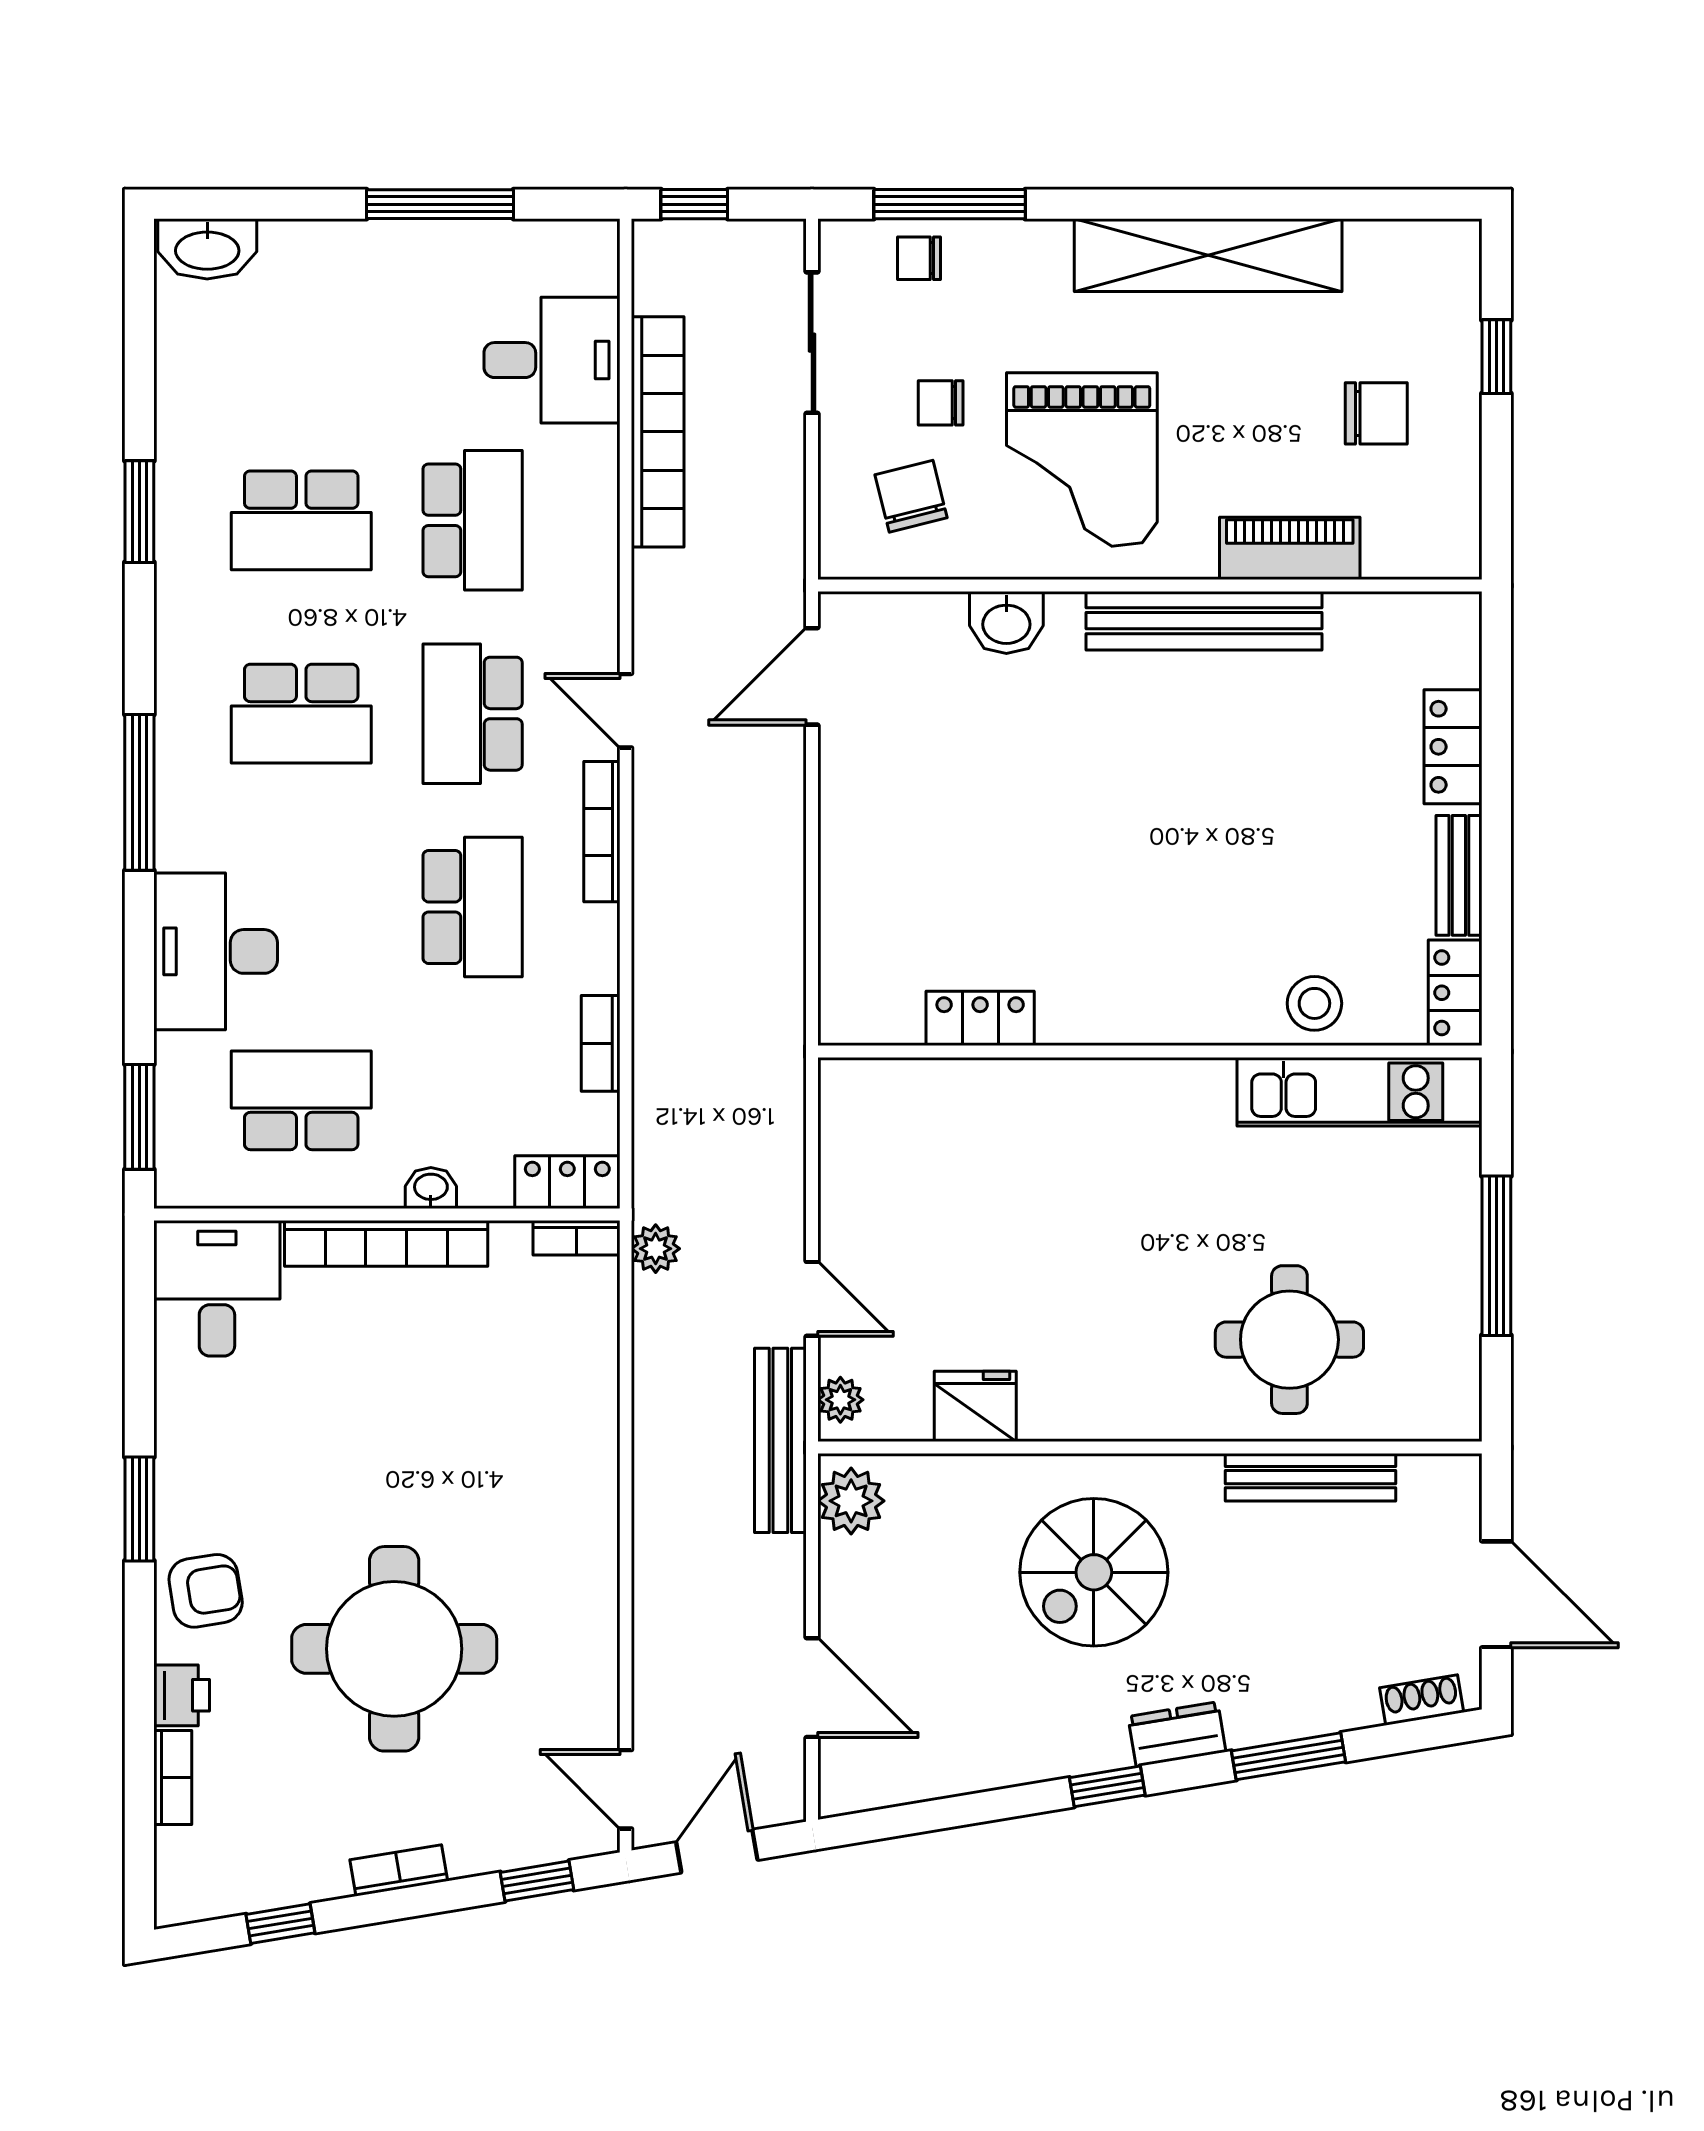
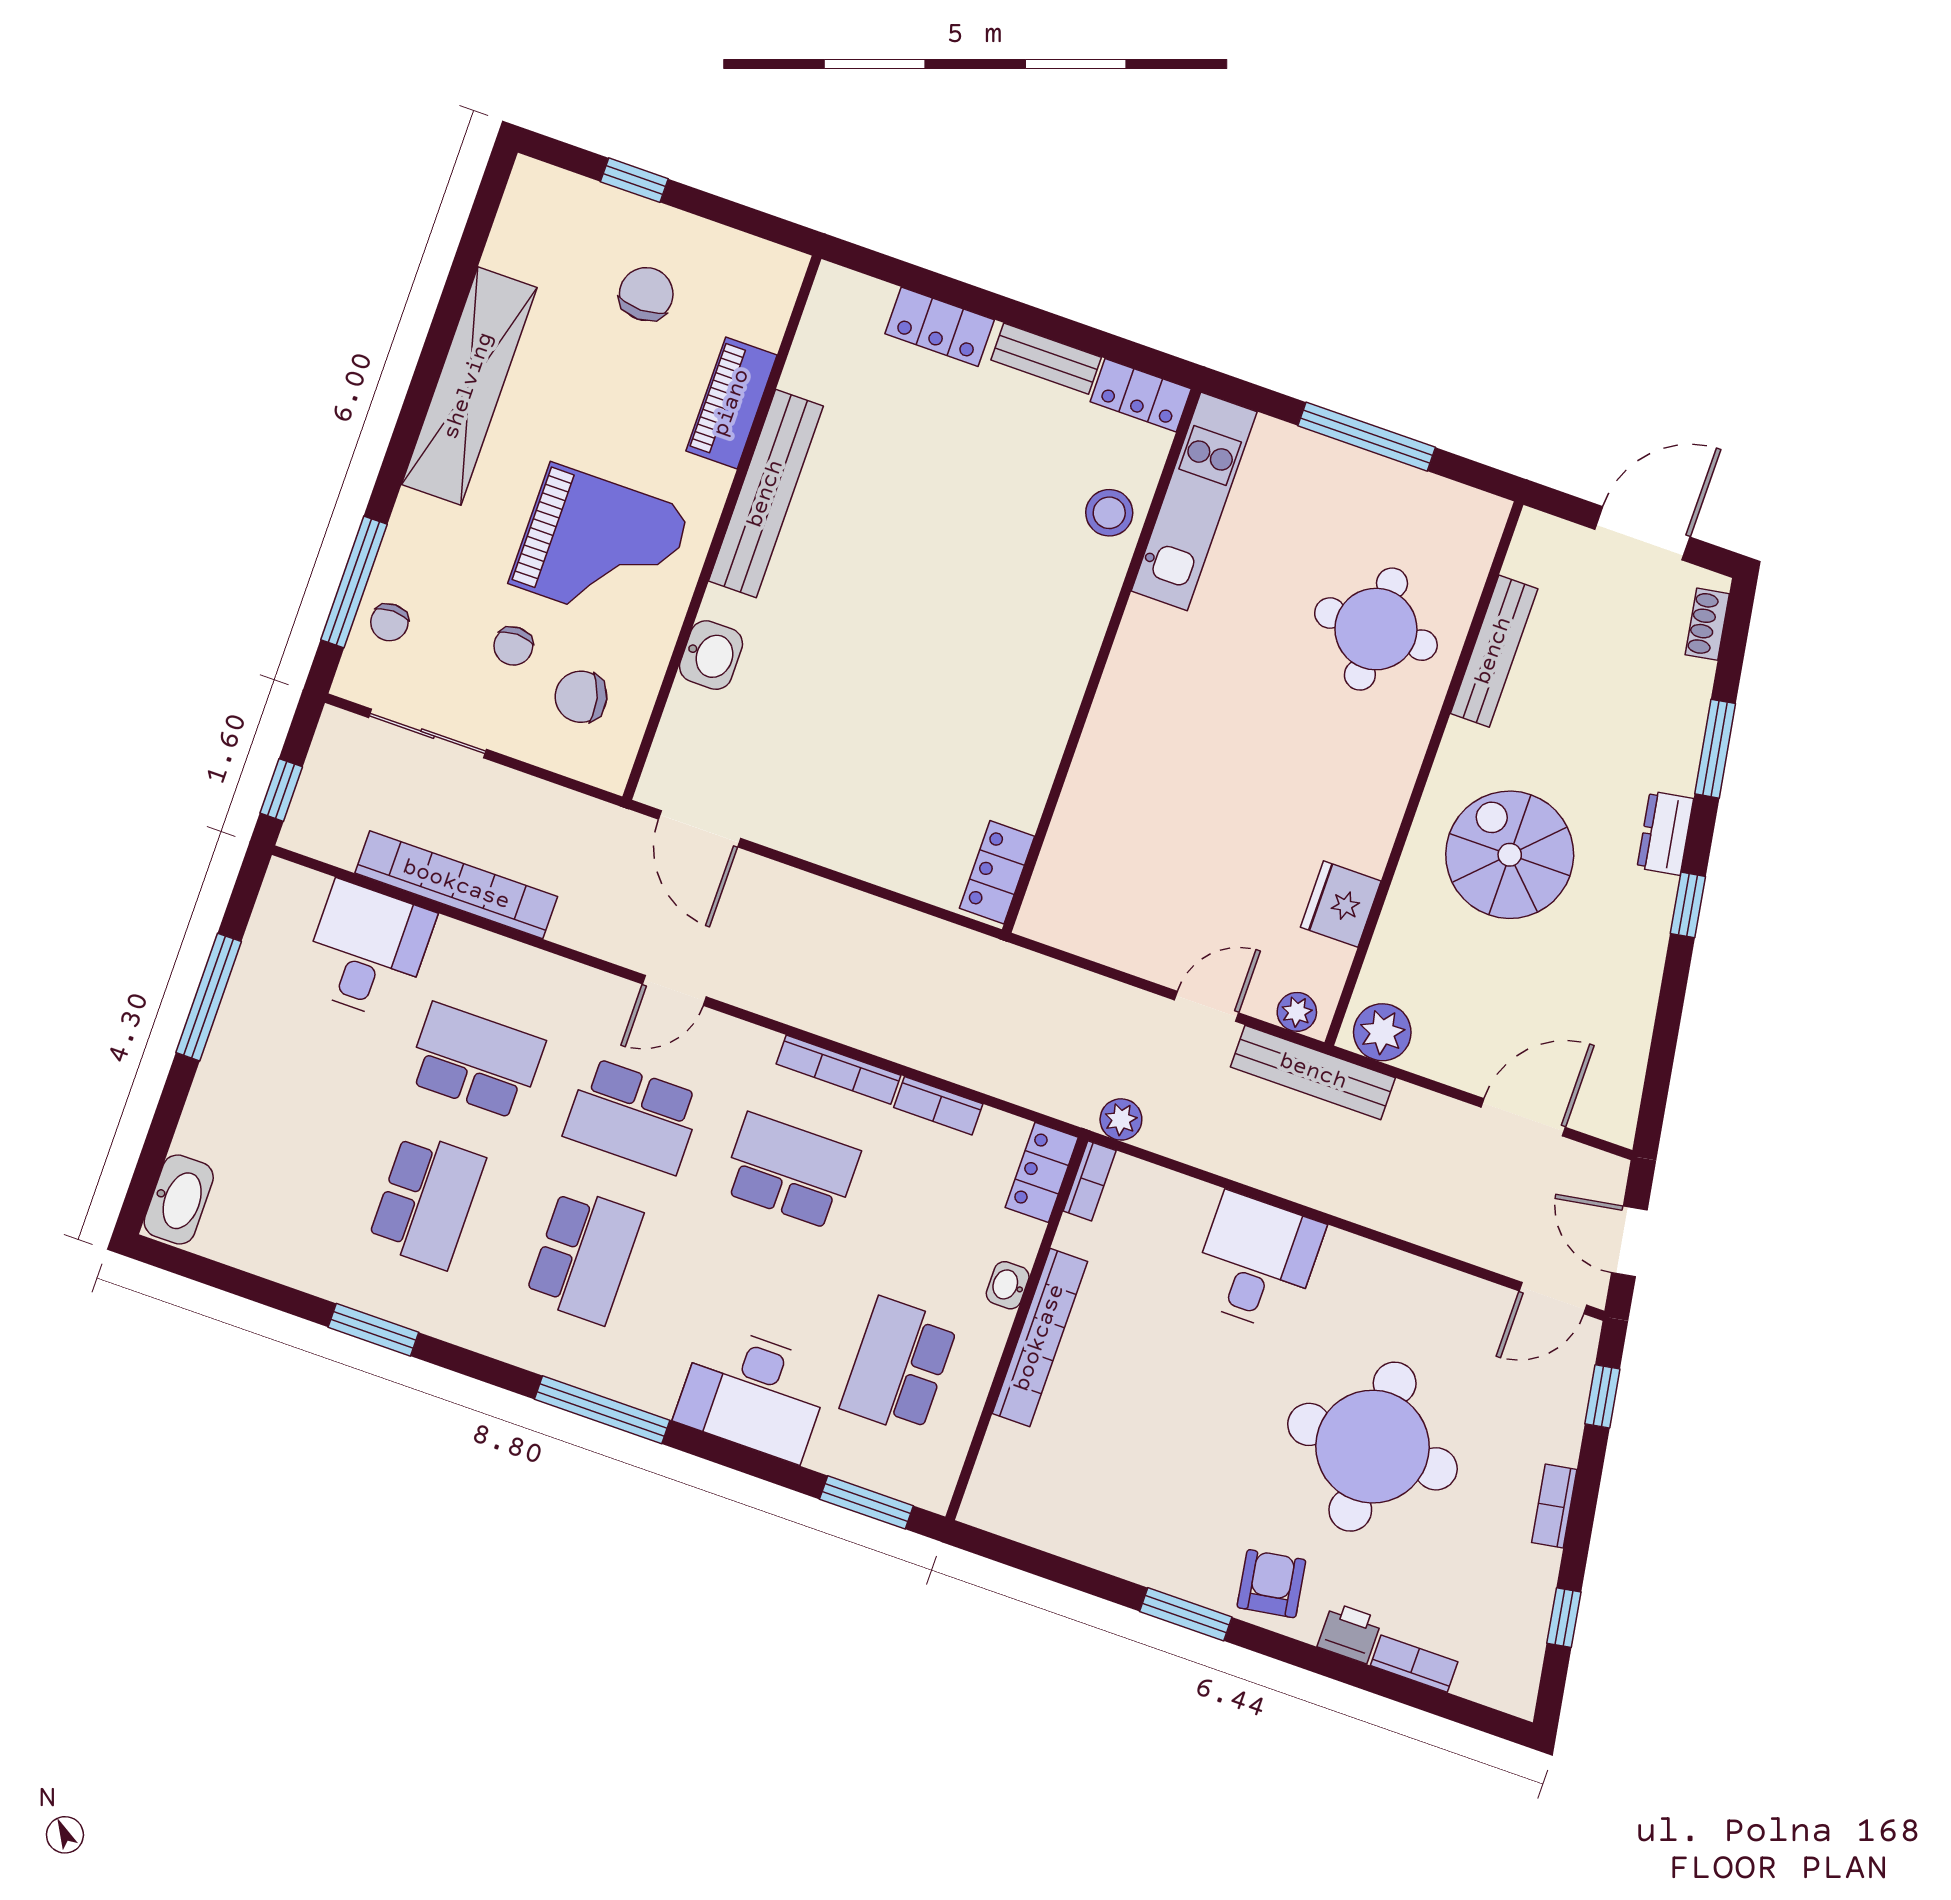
bookcase: (602, 832) -> (838, 1070), moved
locker: (980, 1018) -> (997, 872), moved
desk: (217, 1288) -> (1257, 1262), moved, turned 90
spiral stairs: (1094, 1572) -> (1510, 855), turned 180

